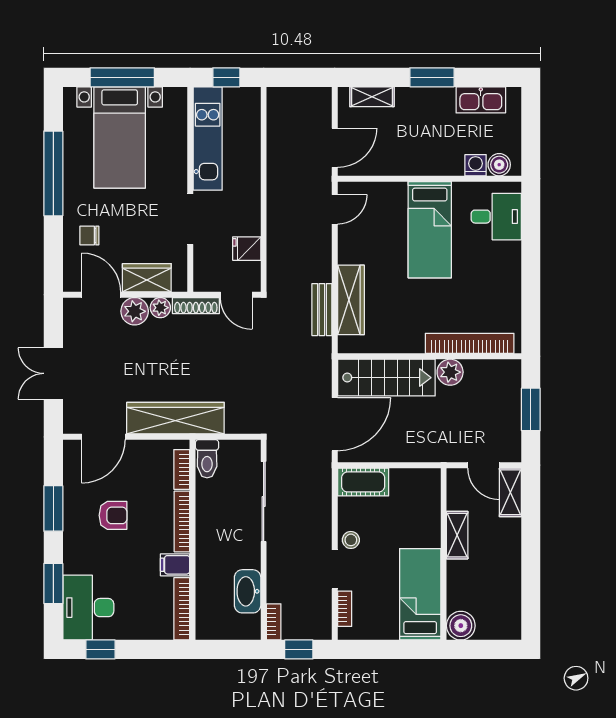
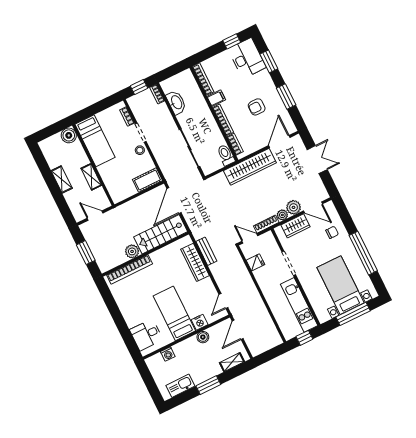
boiler: (499, 165) -> (203, 337), moved
nightstand: (394, 193) -> (200, 322), added
shelving: (510, 492) -> (62, 179), moved

